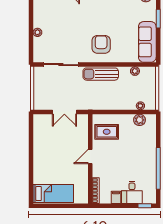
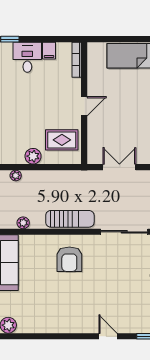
plant: (140, 120) -> (33, 156), moved

